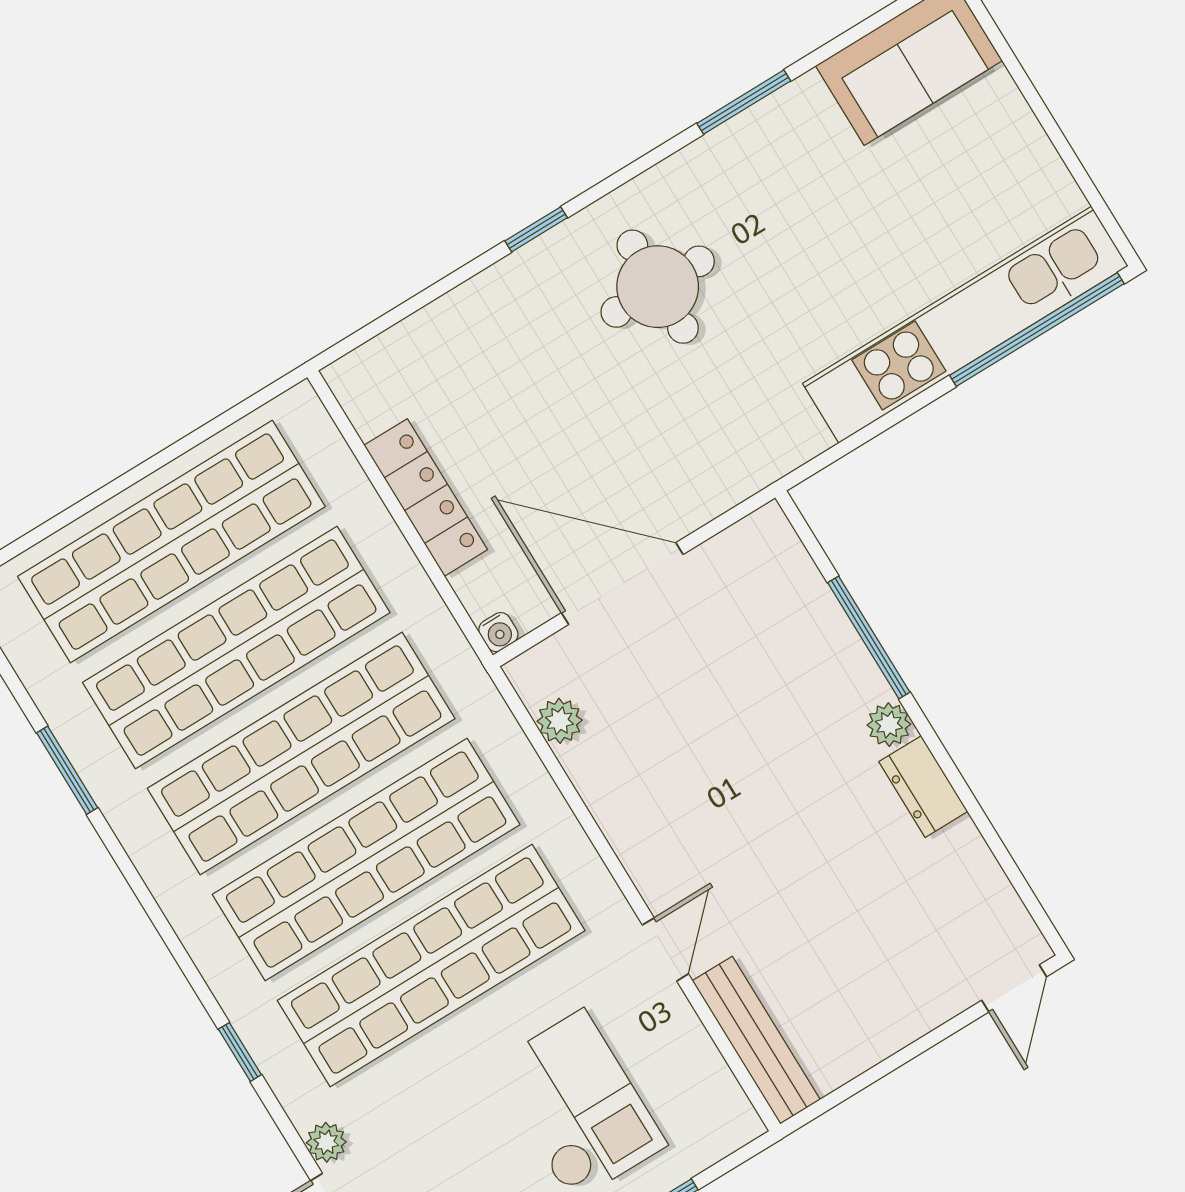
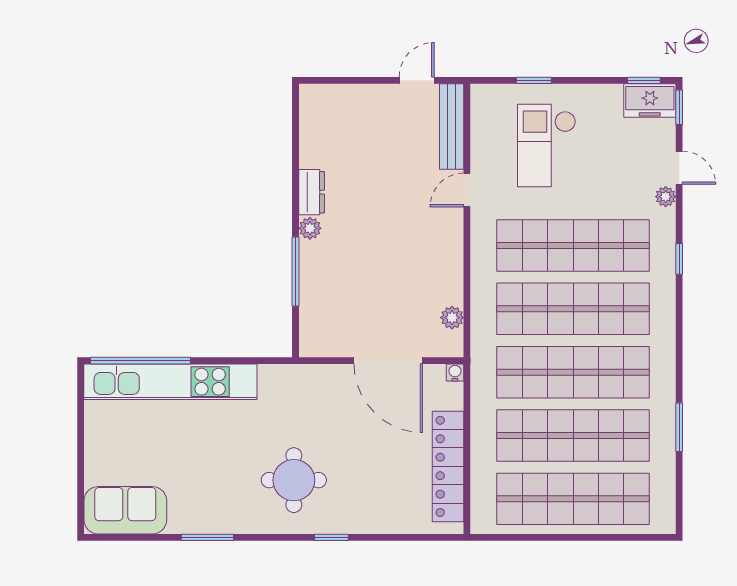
locker: (426, 497) -> (448, 466), width x1.41, depth x1.21
door: (1014, 988) -> (417, 80), moved

